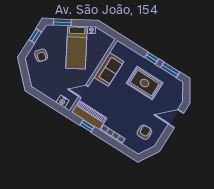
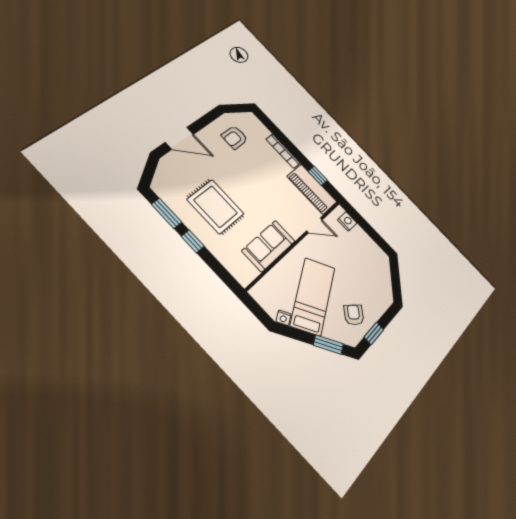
armchair: (41, 55) -> (354, 315), moved

